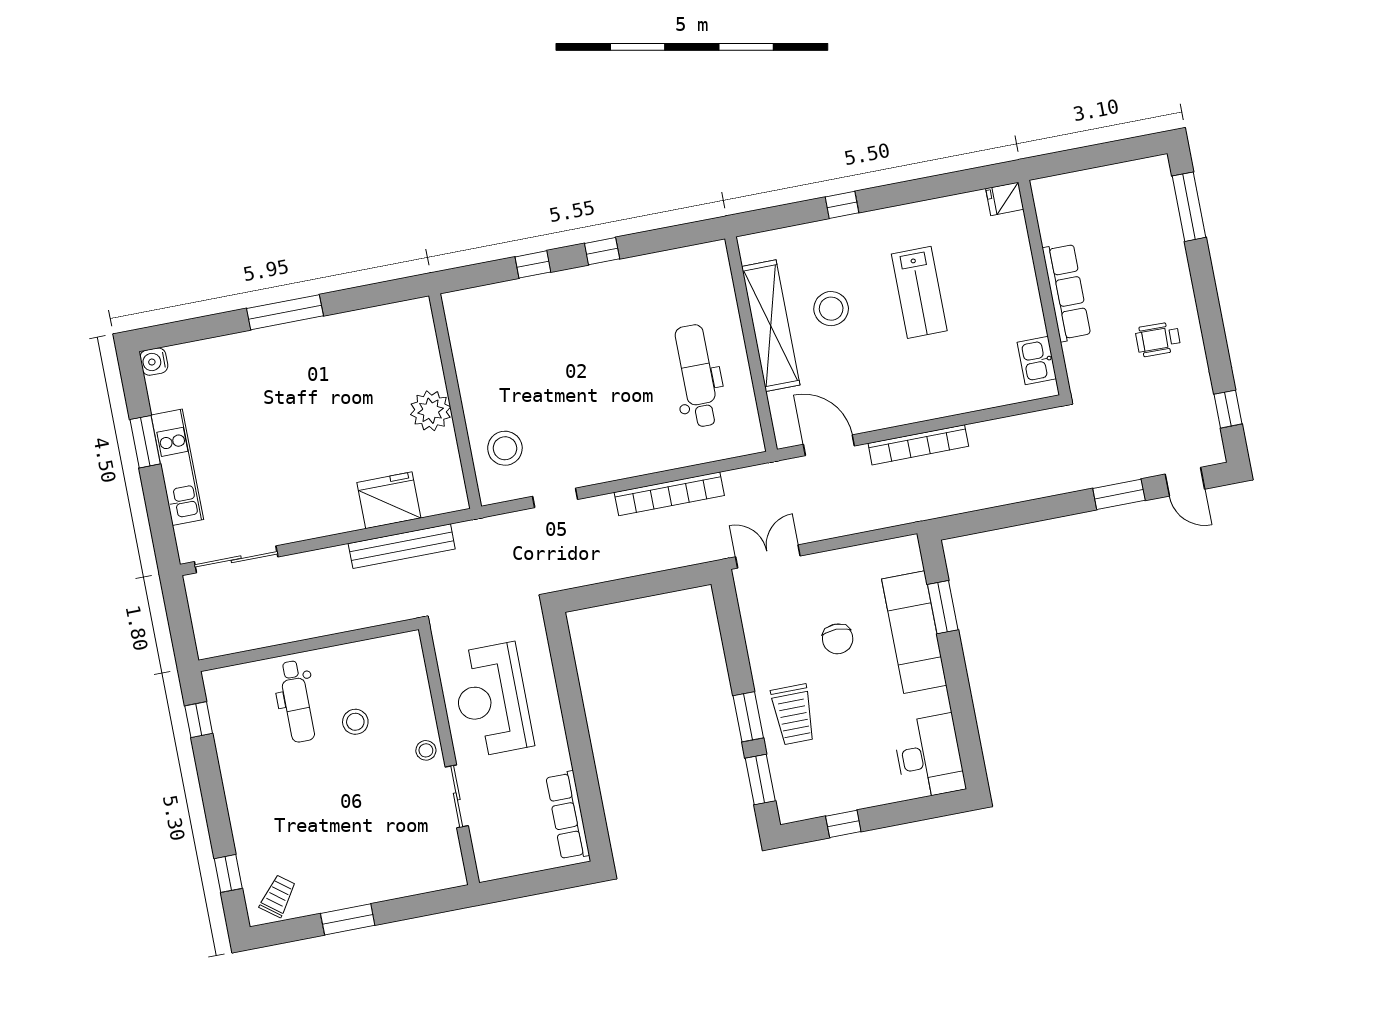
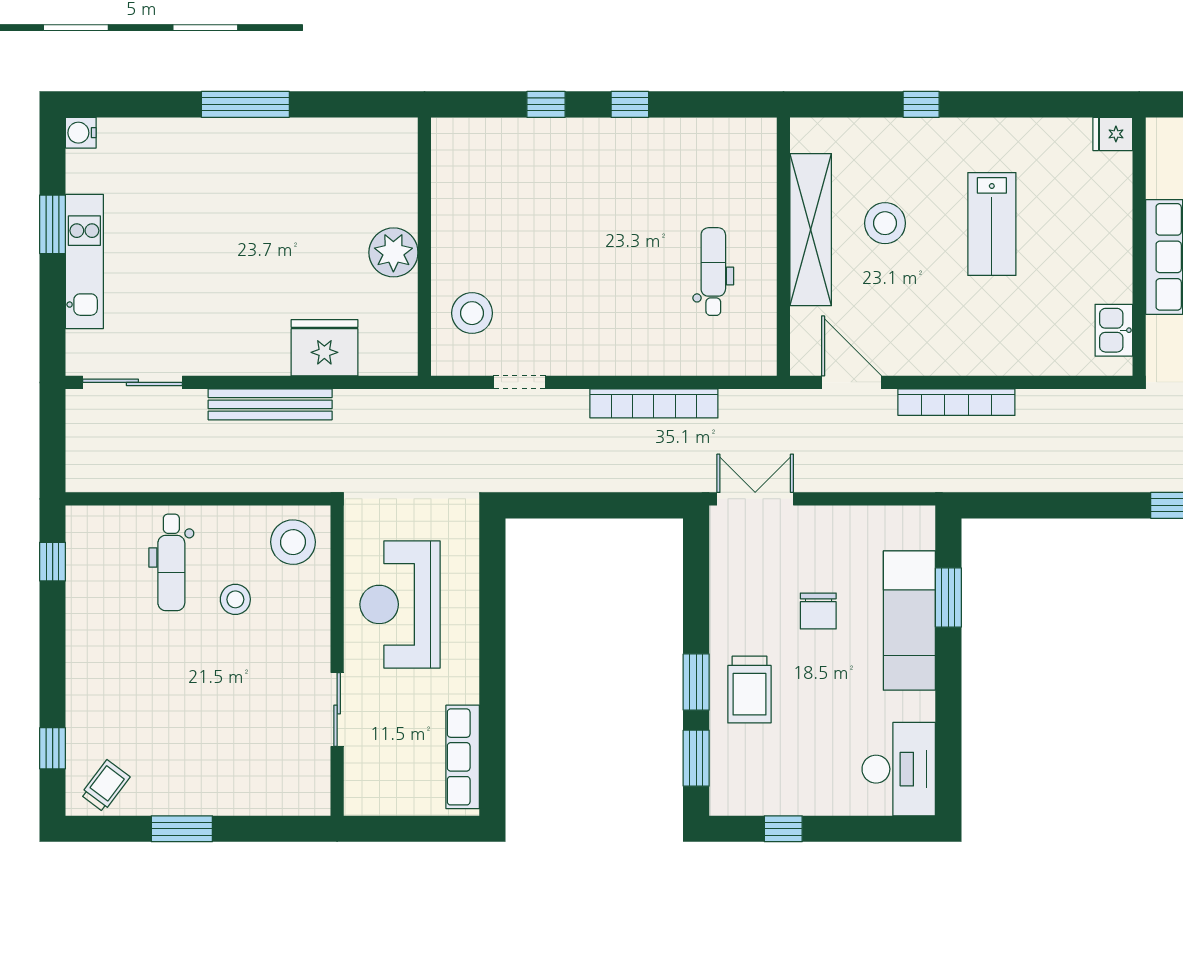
dental chair: (697, 376) -> (713, 272), width x0.73, depth x0.72
bench: (402, 546) -> (270, 404), moved
stool: (426, 750) -> (293, 542), moved, width x1.89, depth x1.89

